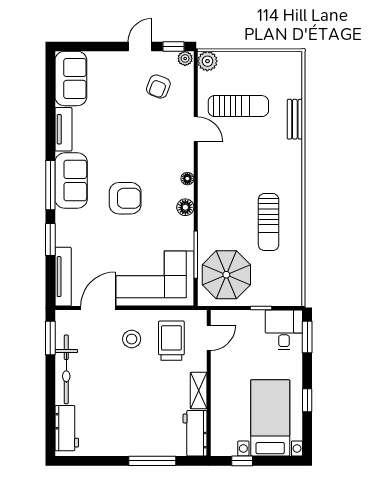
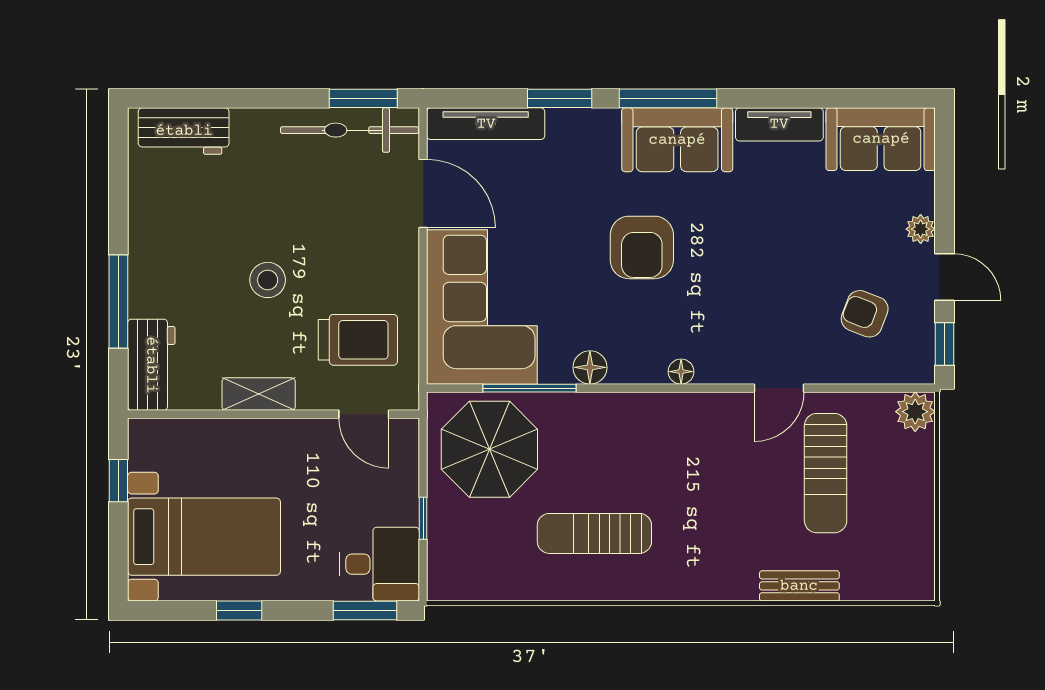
plant: (185, 58) -> (921, 229), moved
floor lamp: (185, 207) -> (590, 367), moved
stool: (132, 339) -> (268, 280), moved
bicycle: (66, 369) -> (349, 130), moved
workbench: (195, 433) -> (151, 365), moved, turned 90

